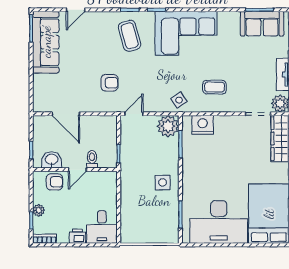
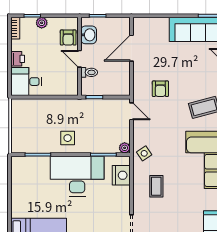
plant: (168, 126) -> (125, 148), width x0.53, depth x0.53
desk: (219, 222) -> (77, 176), moved, turned 90

